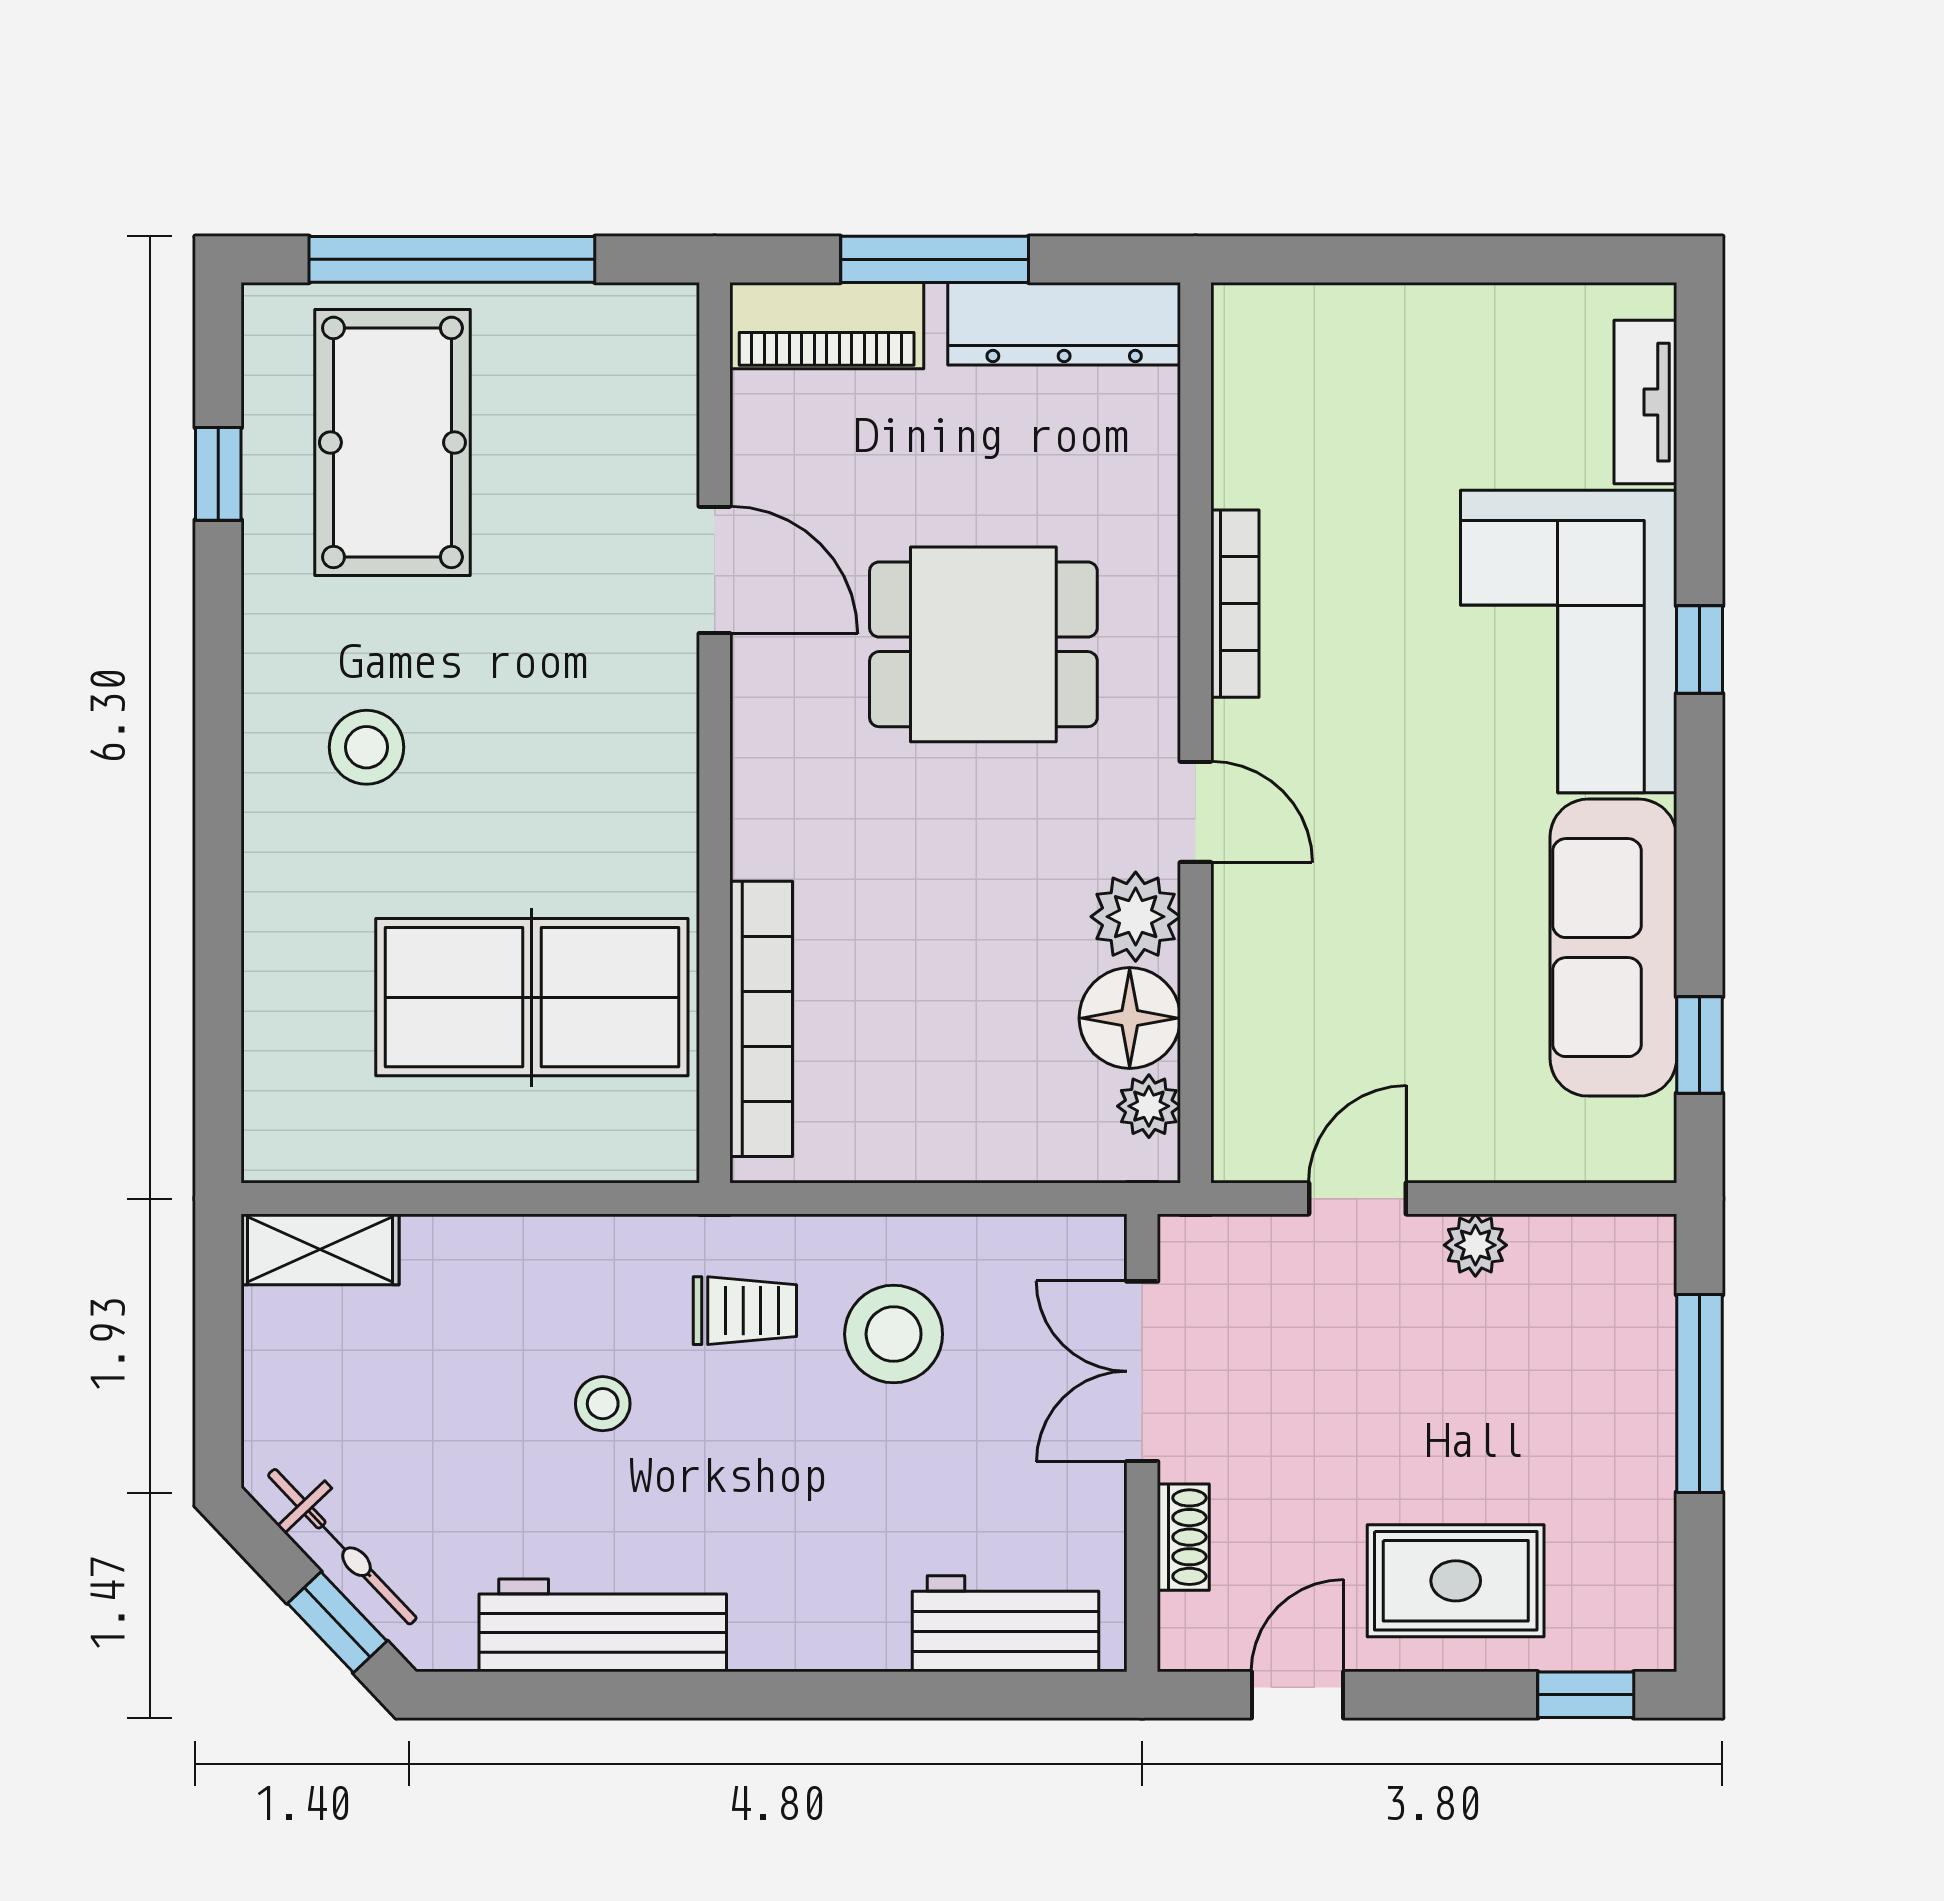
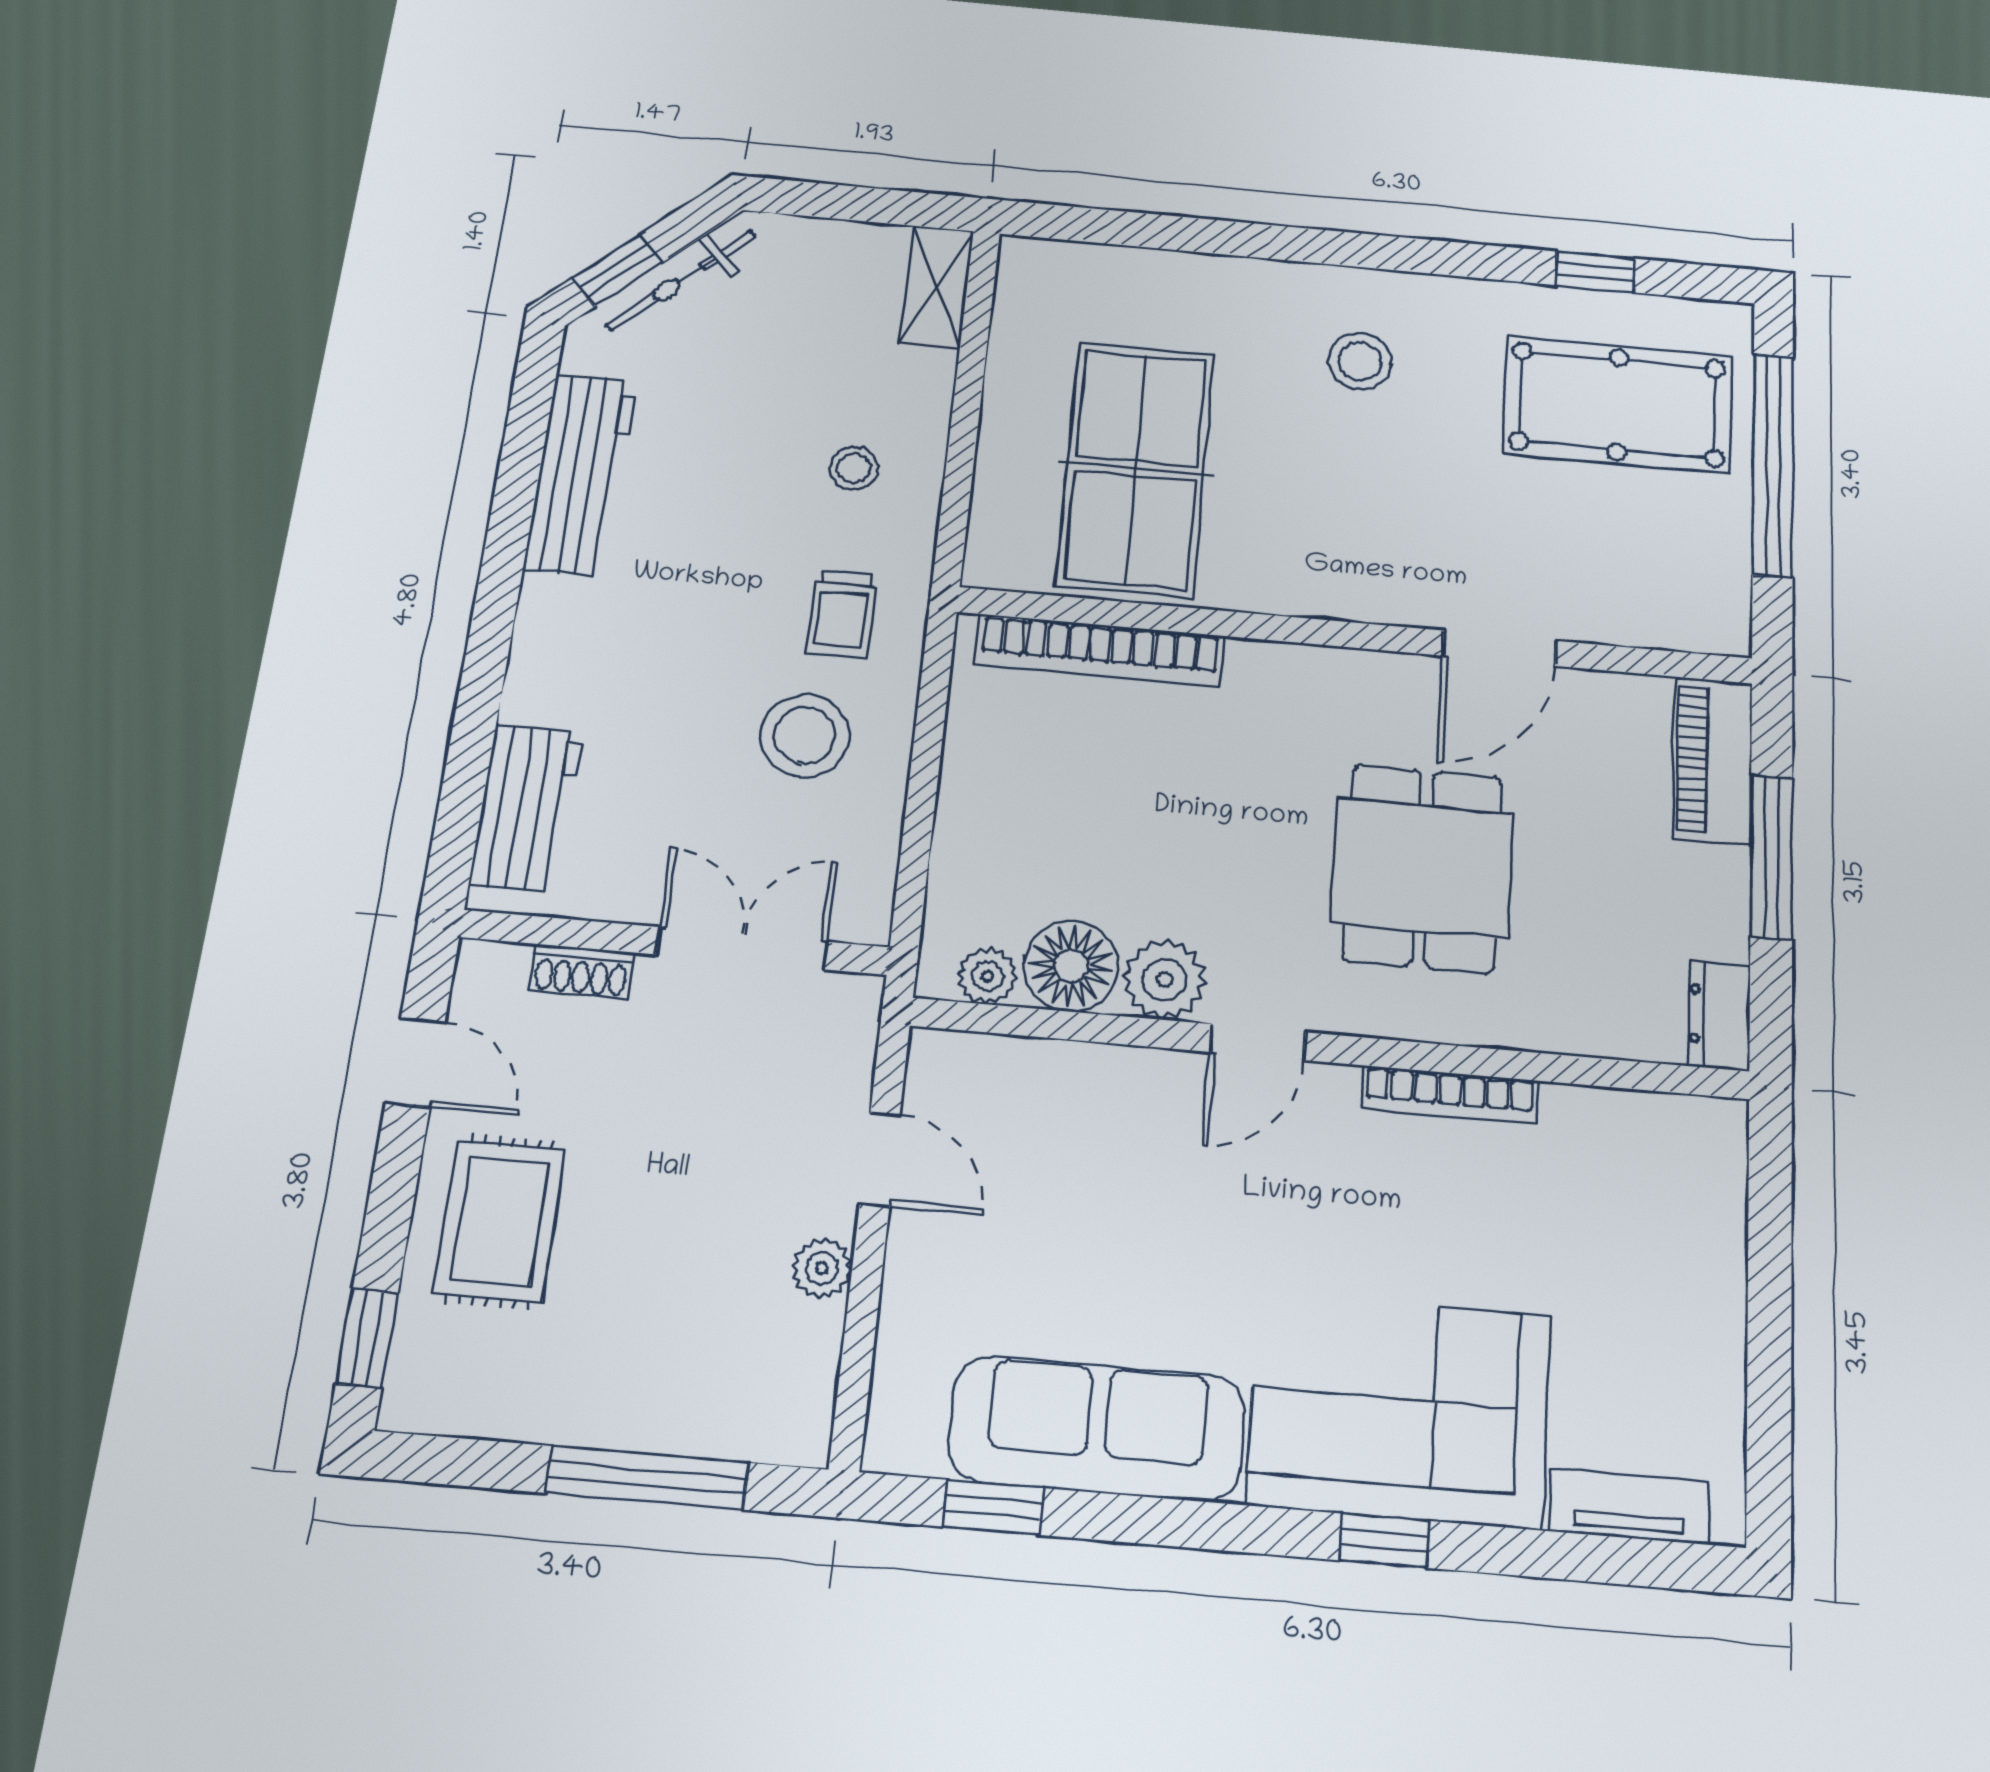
dresser: (1064, 324) -> (1719, 1016), width x0.51, depth x0.80
stool: (603, 1404) -> (854, 468), moved

